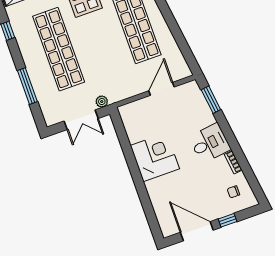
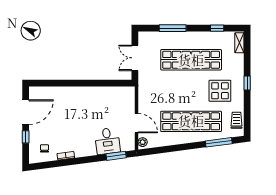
plant: (102, 102) -> (143, 142), moved
desk: (210, 143) -> (107, 141), moved
corner desk: (155, 157) -> (89, 101), removed

